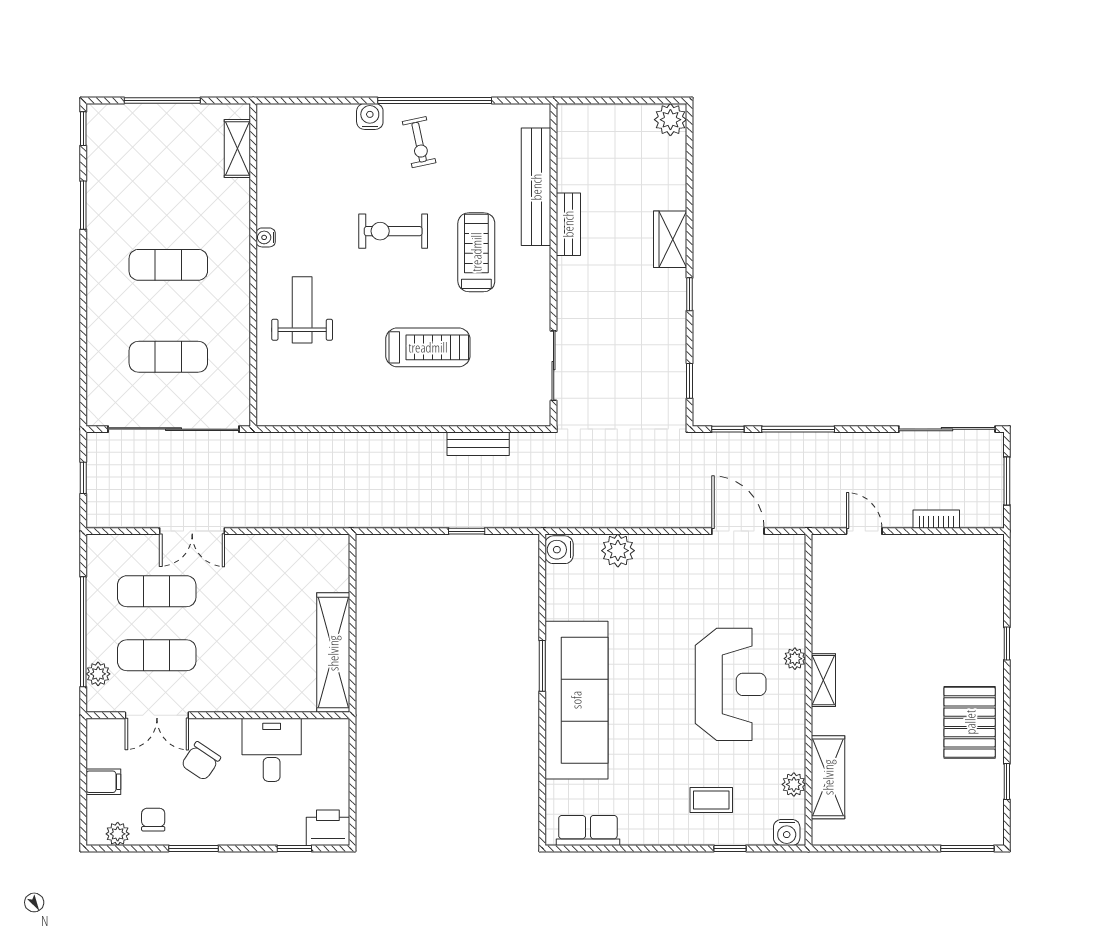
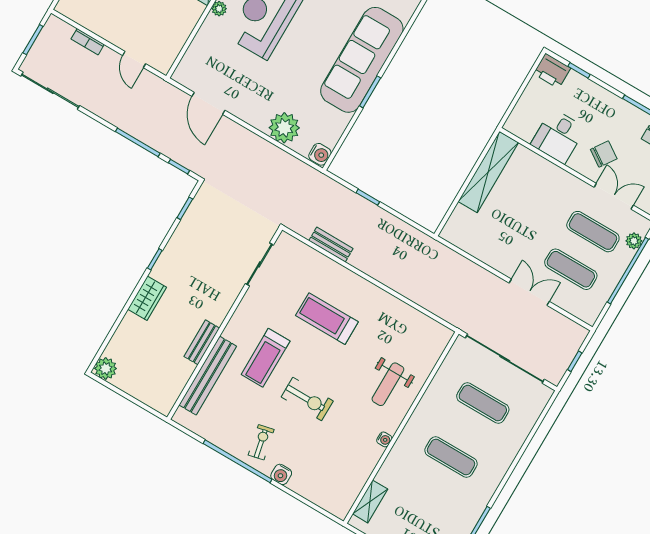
plant: (618, 551) -> (284, 128), width x1.36, depth x1.36

